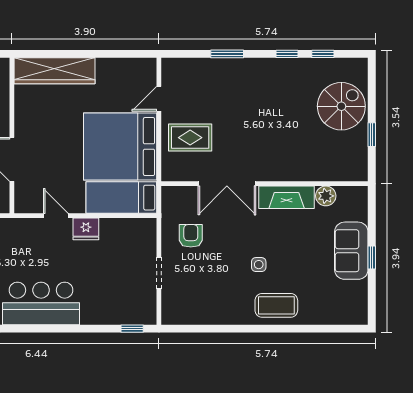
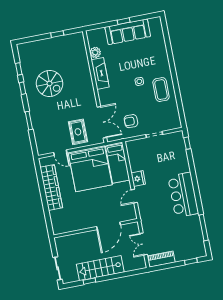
wardrobe: (54, 71) -> (51, 187), moved
spiral stairs: (341, 106) -> (50, 84), moved, turned 180
double door: (227, 184) -> (102, 122), moved
sofa: (351, 251) -> (128, 32), width x1.36
coffee table: (276, 305) -> (161, 90), moved

